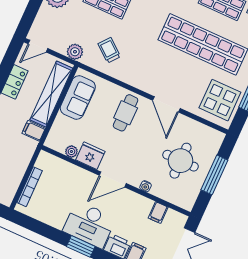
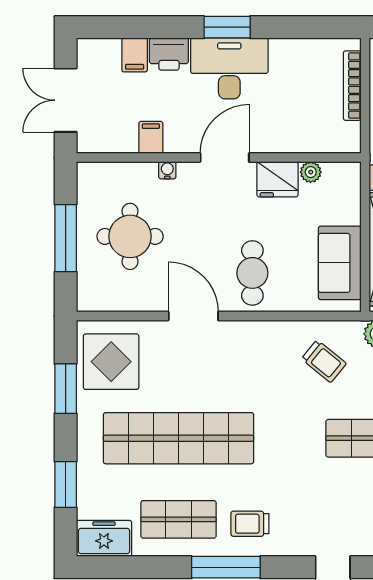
filing cabinet: (158, 213) -> (151, 137), moved

